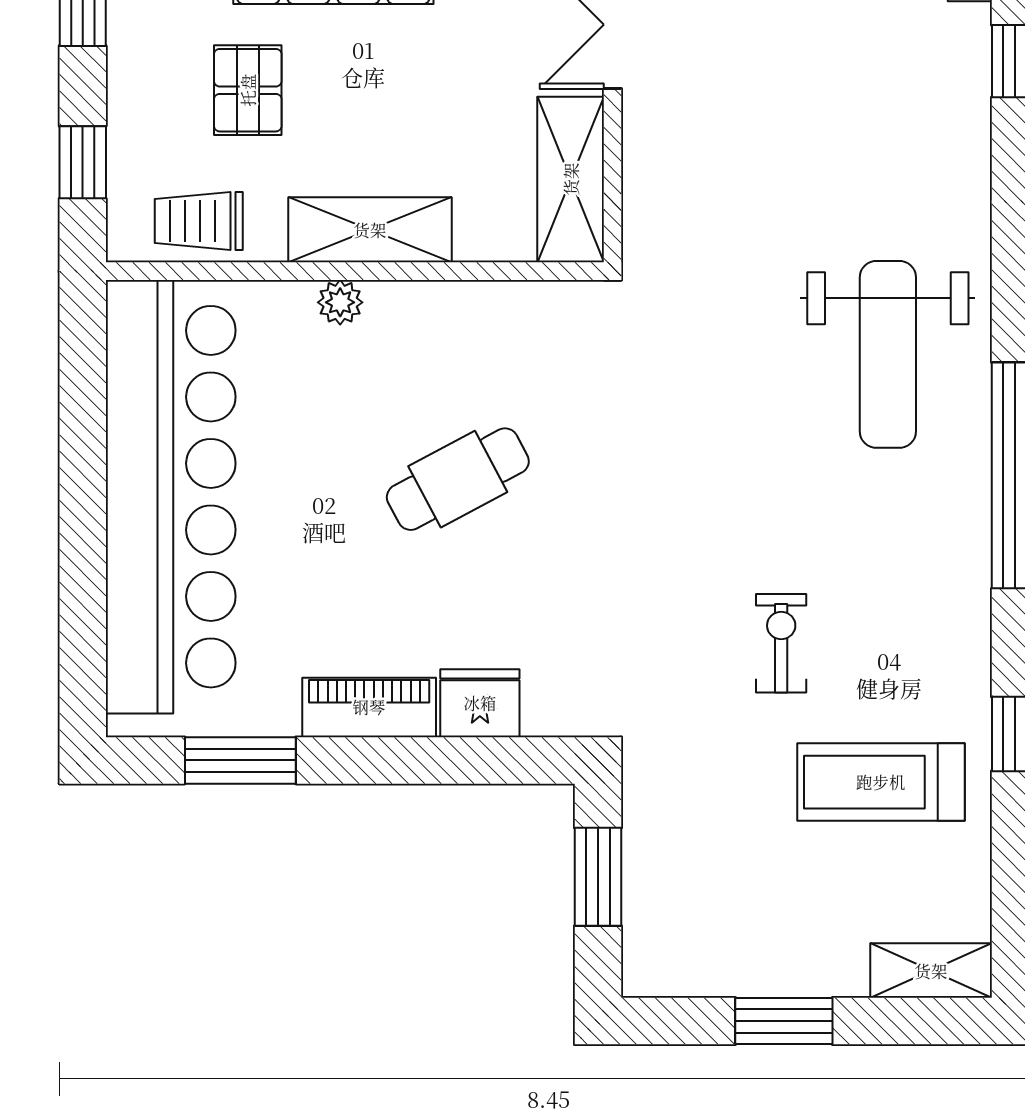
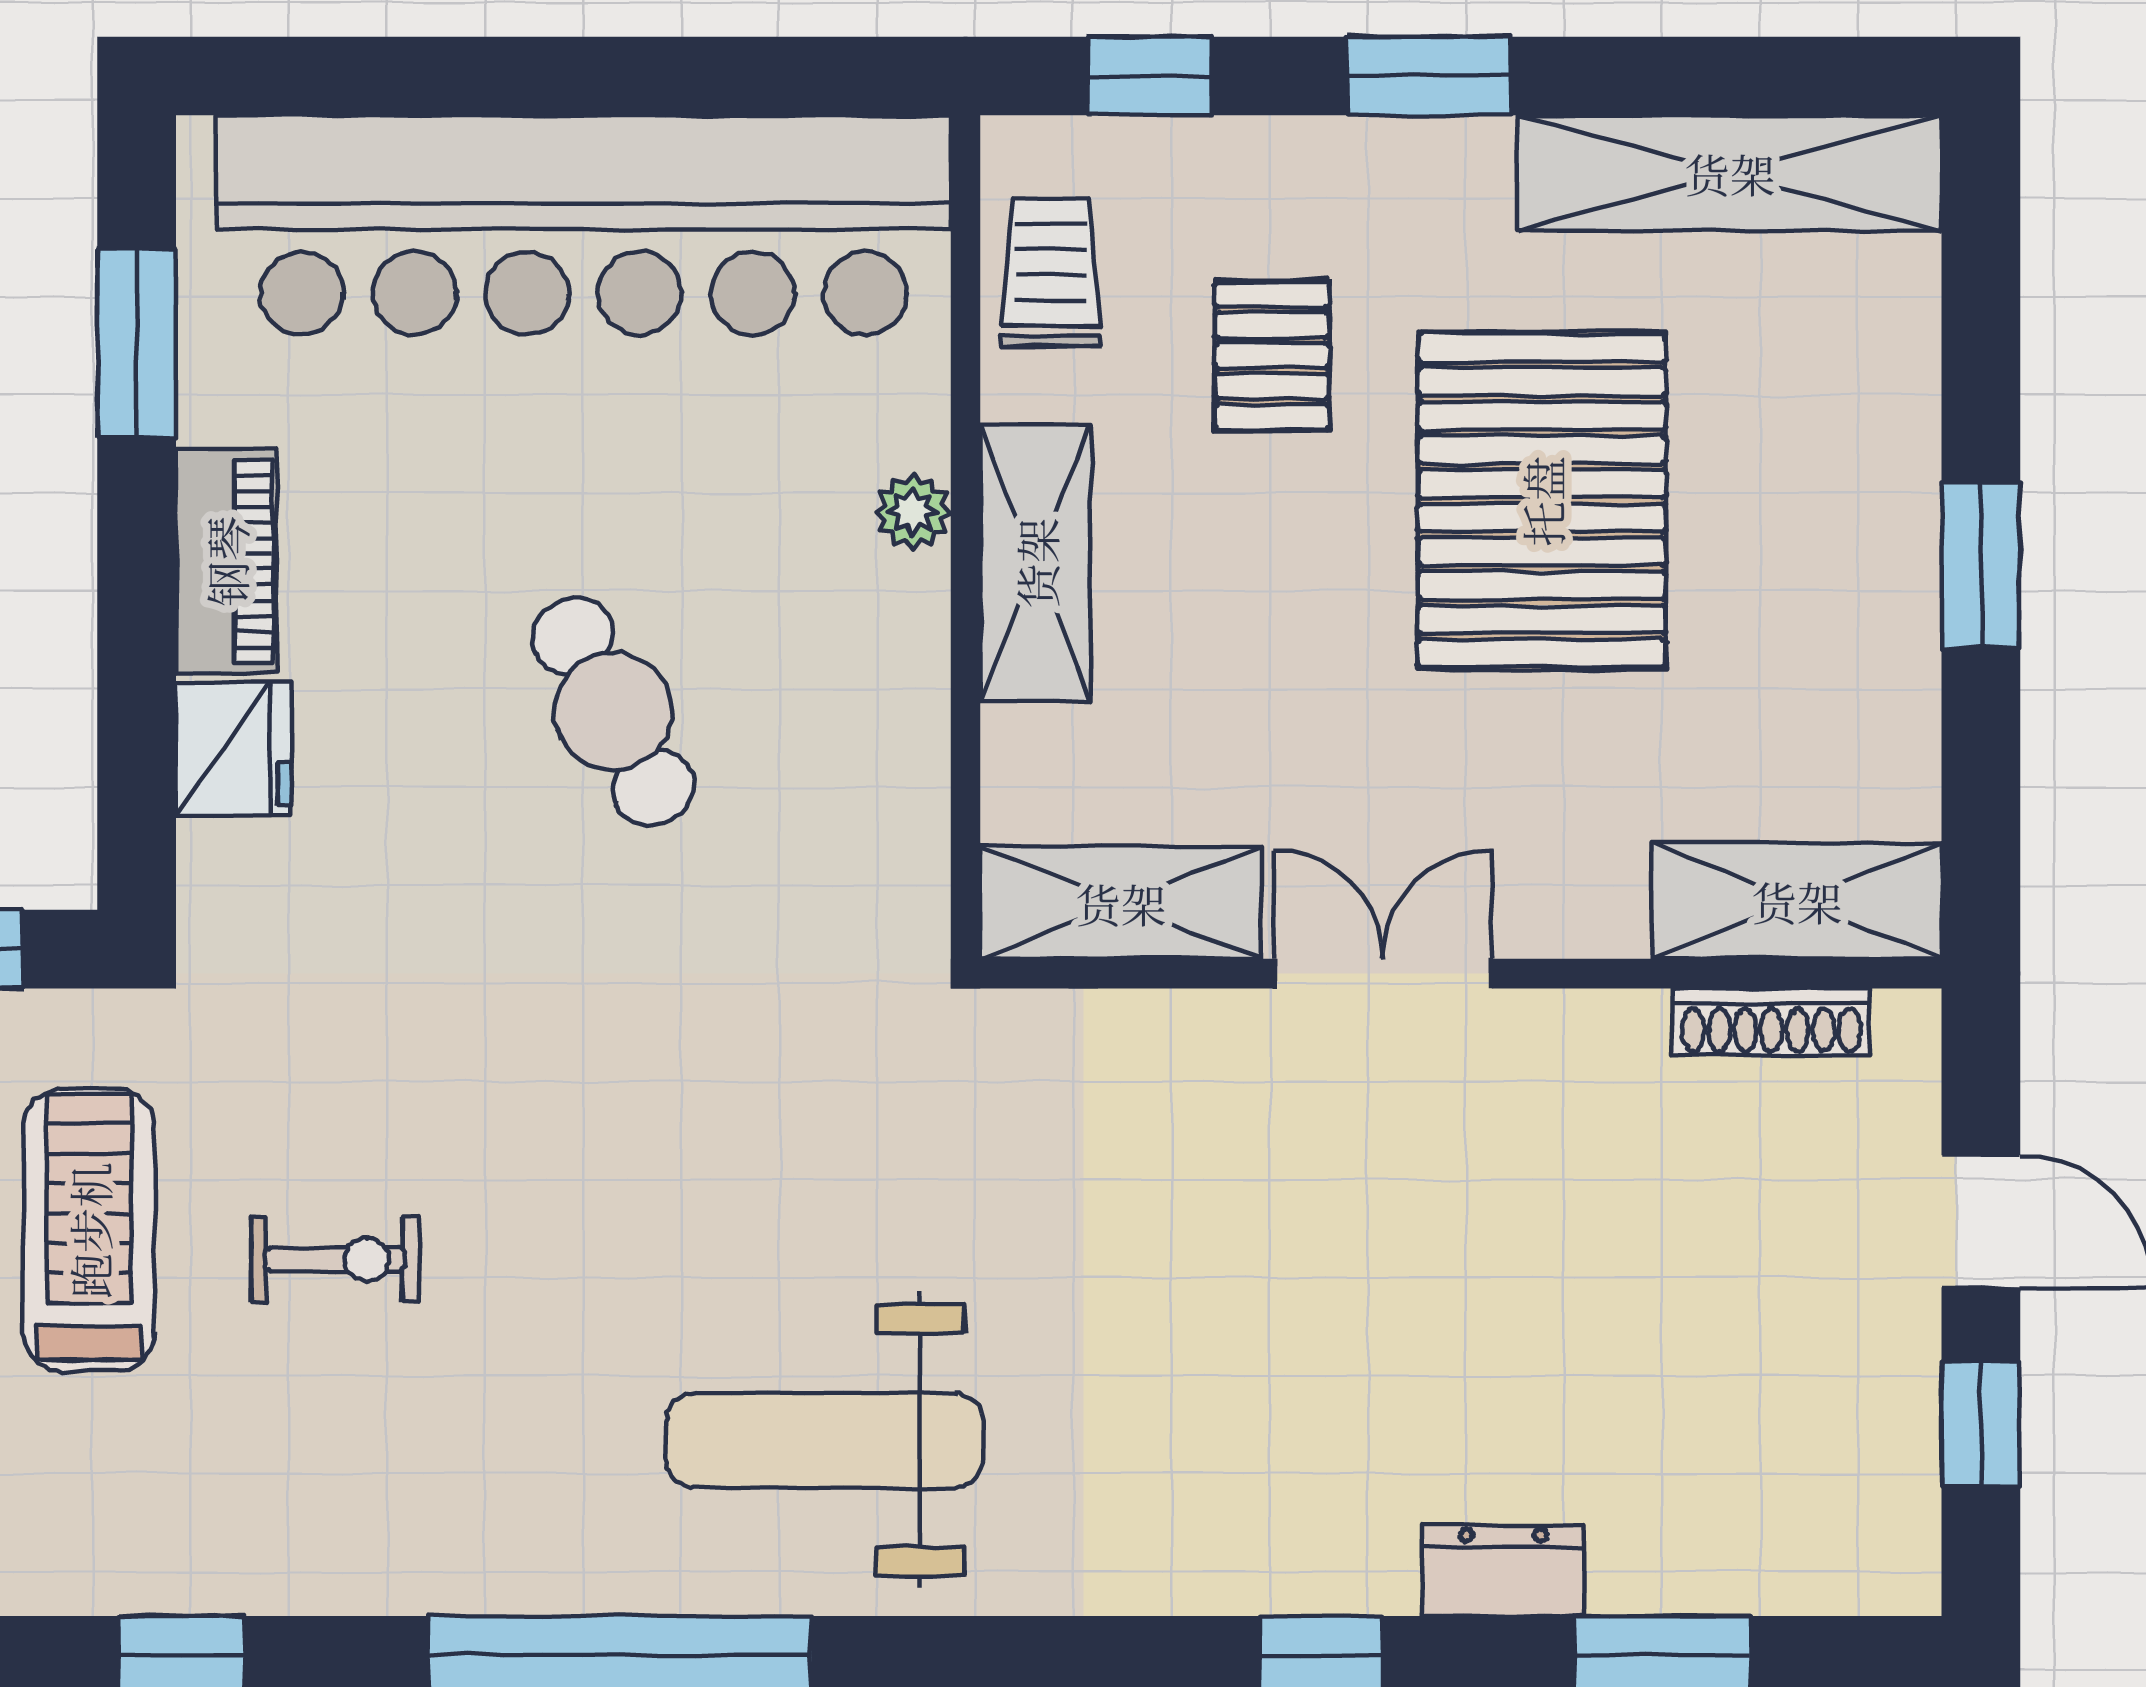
pallet: (248, 90) -> (1272, 356), turned 90
treadmill: (881, 782) -> (89, 1230), moved

